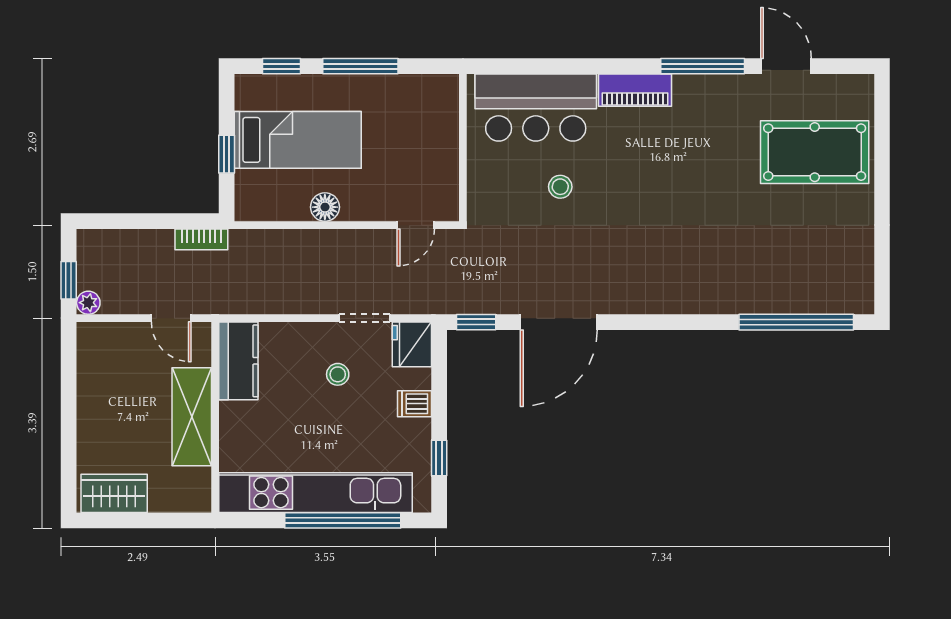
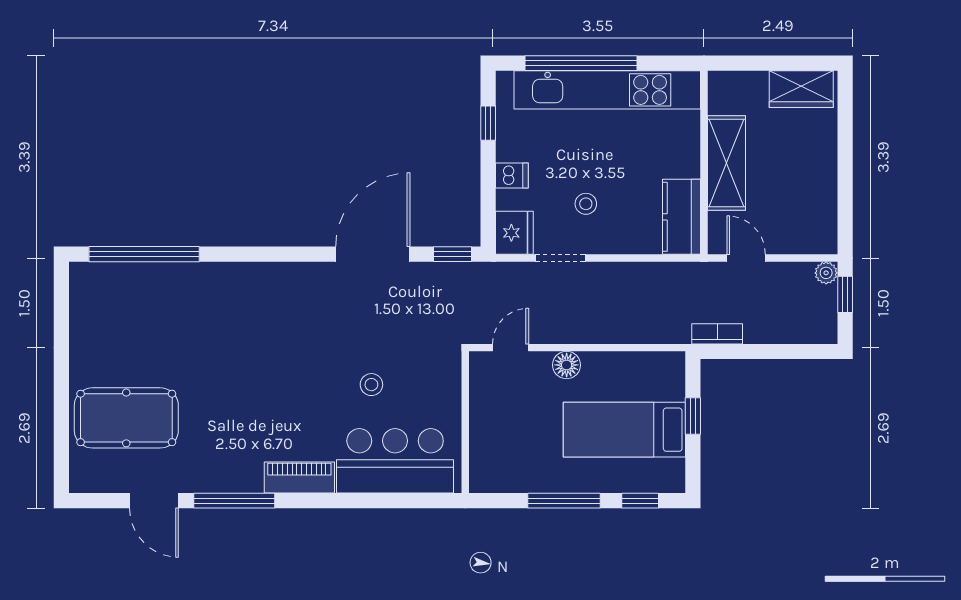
floor lamp: (325, 207) -> (567, 365), moved

